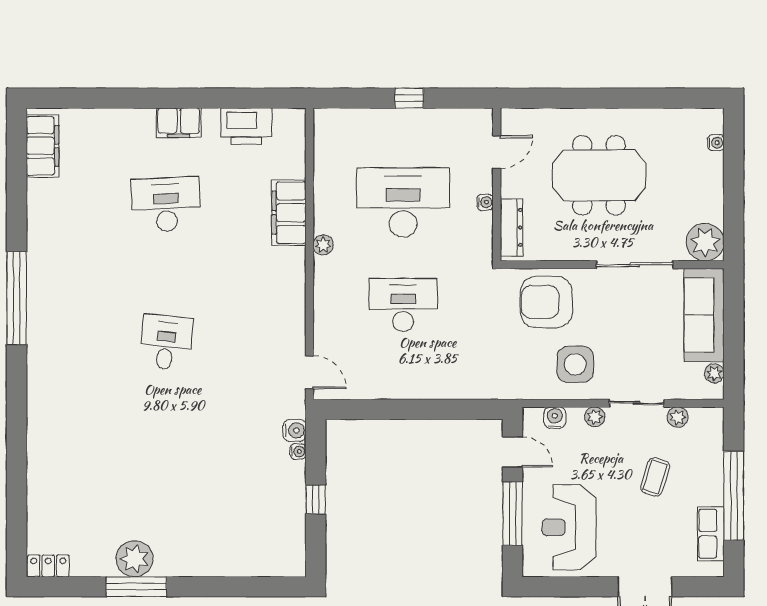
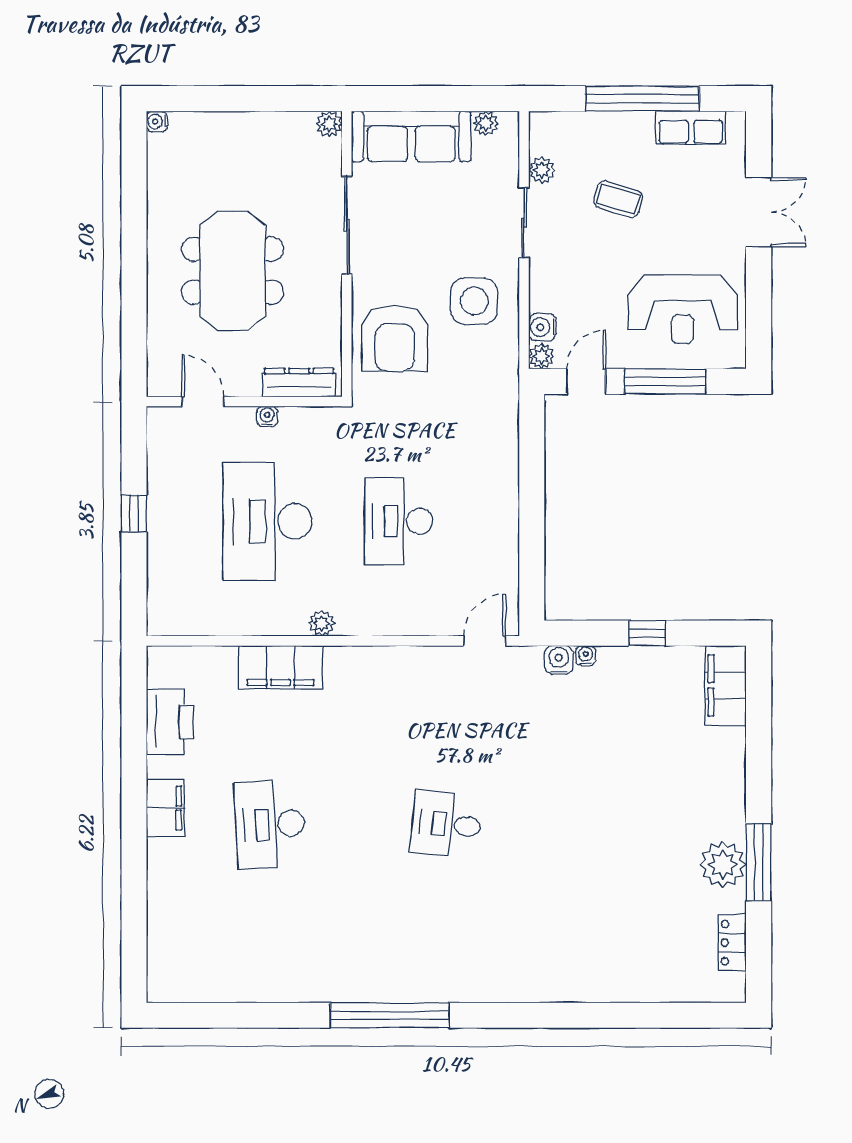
water cooler: (716, 143) -> (157, 121), moved, turned -90
filing cabinet: (42, 146) -> (725, 685), moved, turned -90
plant: (705, 242) -> (329, 124), width x0.53, depth x0.53
plant: (595, 417) -> (541, 356), moved
locker: (48, 566) -> (732, 943), moved

